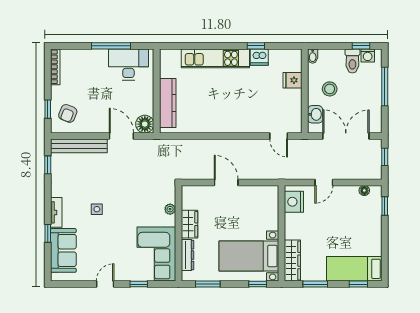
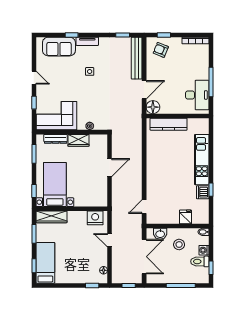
washing machine: (368, 55) -> (204, 250), moved

